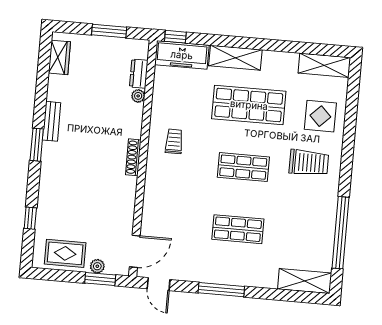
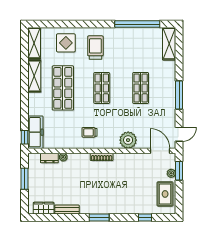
shelving: (235, 58) -> (34, 76), moved
bench: (52, 121) -> (67, 210), moved
plant: (156, 202) -> (128, 140), added

